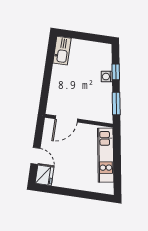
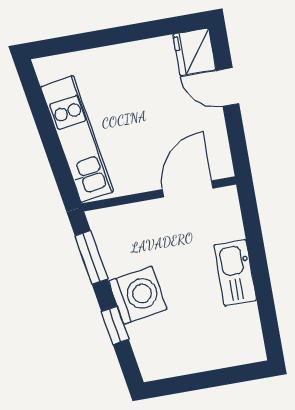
kitchen sink: (62, 51) -> (235, 273), moved
washing machine: (107, 77) -> (138, 295), width x1.89, depth x1.89

